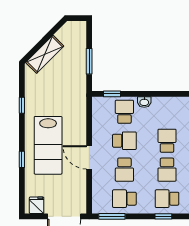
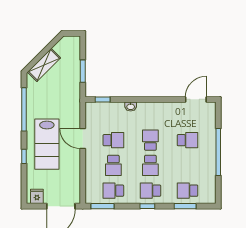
window: (22, 105) -> (24, 109), width x3.17
school desk: (124, 112) -> (113, 115), removed
door: (89, 157) -> (83, 139), moved

